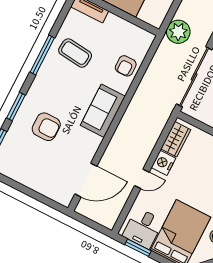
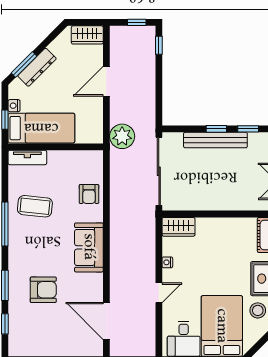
wardrobe: (176, 139) -> (179, 227), moved, turned 90
nightstand: (164, 163) -> (167, 262), width x0.53, depth x0.56
door: (86, 180) -> (106, 321), swing flipped

